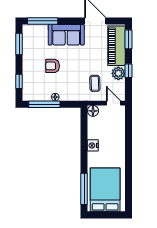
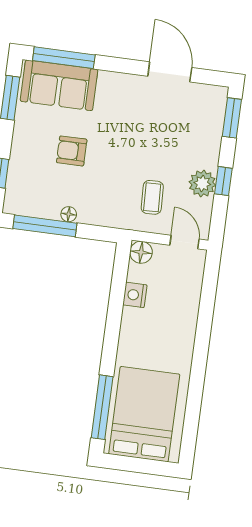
sofa: (66, 35) -> (59, 85), moved
piano: (116, 46) -> (206, 128), removed
nightstand: (93, 145) -> (135, 295), moved

